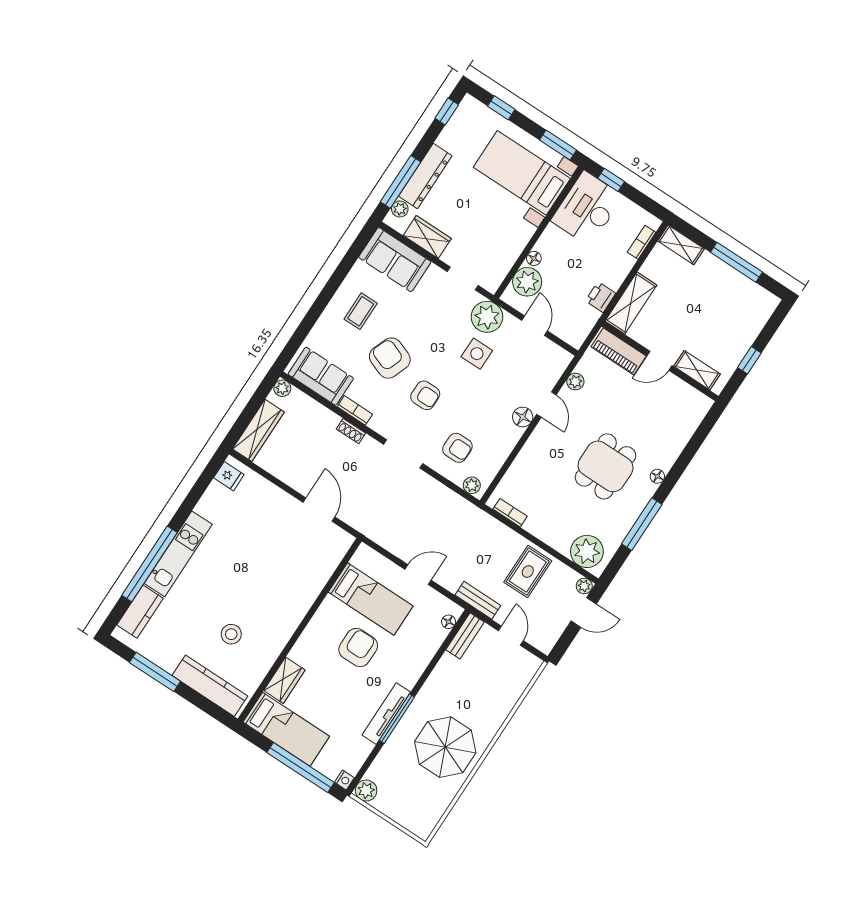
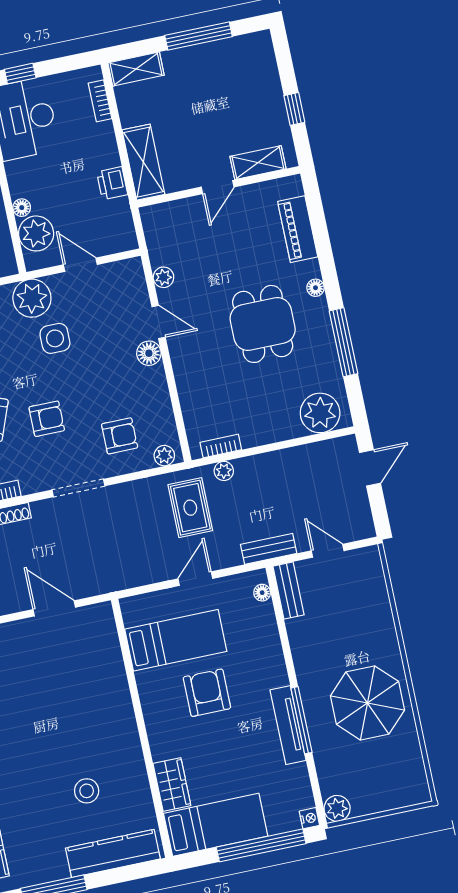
piano: (619, 351) -> (298, 229), moved, turned 90
rug: (528, 572) -> (190, 508), moved
plant: (584, 586) -> (224, 471), moved

